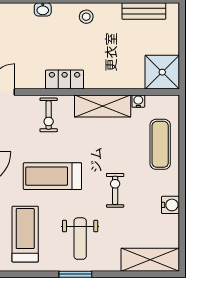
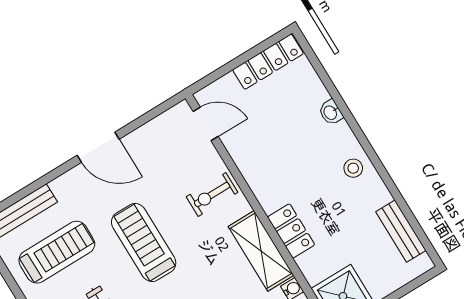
locker: (65, 80) -> (291, 231), moved

